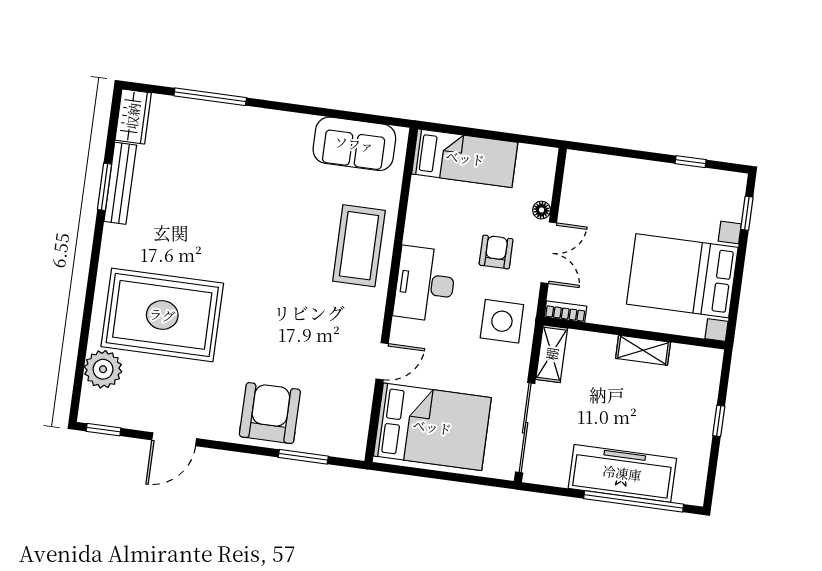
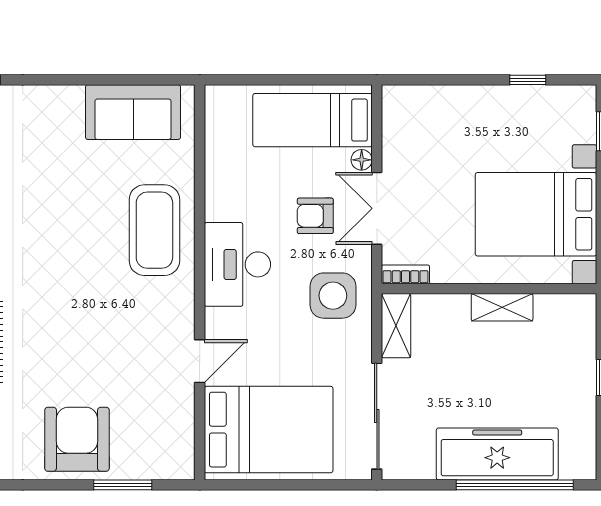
bed: (465, 158) -> (313, 120), moved, turned 180
armchair: (496, 252) -> (315, 216), turned -90
double door: (549, 253) -> (377, 208), swing flipped

